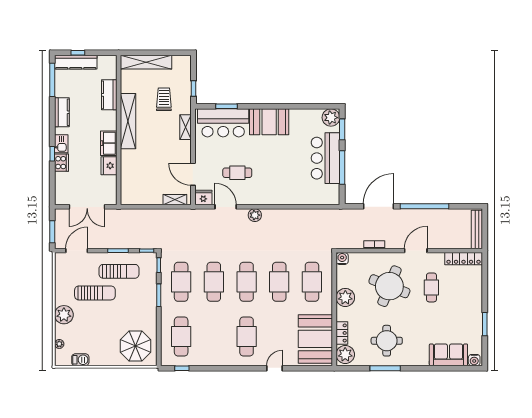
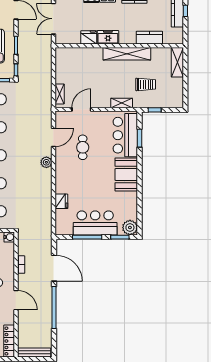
shelving: (146, 62) -> (177, 62), width x0.68
fridge: (203, 198) -> (61, 201), moved

